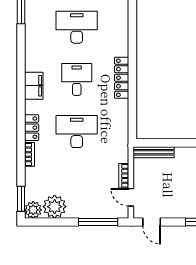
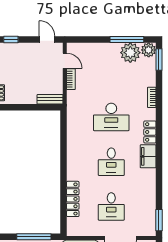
desk: (77, 27) -> (111, 206), width x0.73
locker: (122, 78) -> (73, 199), moved
locker: (32, 128) -> (150, 132), moved
bench: (154, 152) -> (50, 99), width x0.73
window: (98, 222) -> (127, 40), moved

